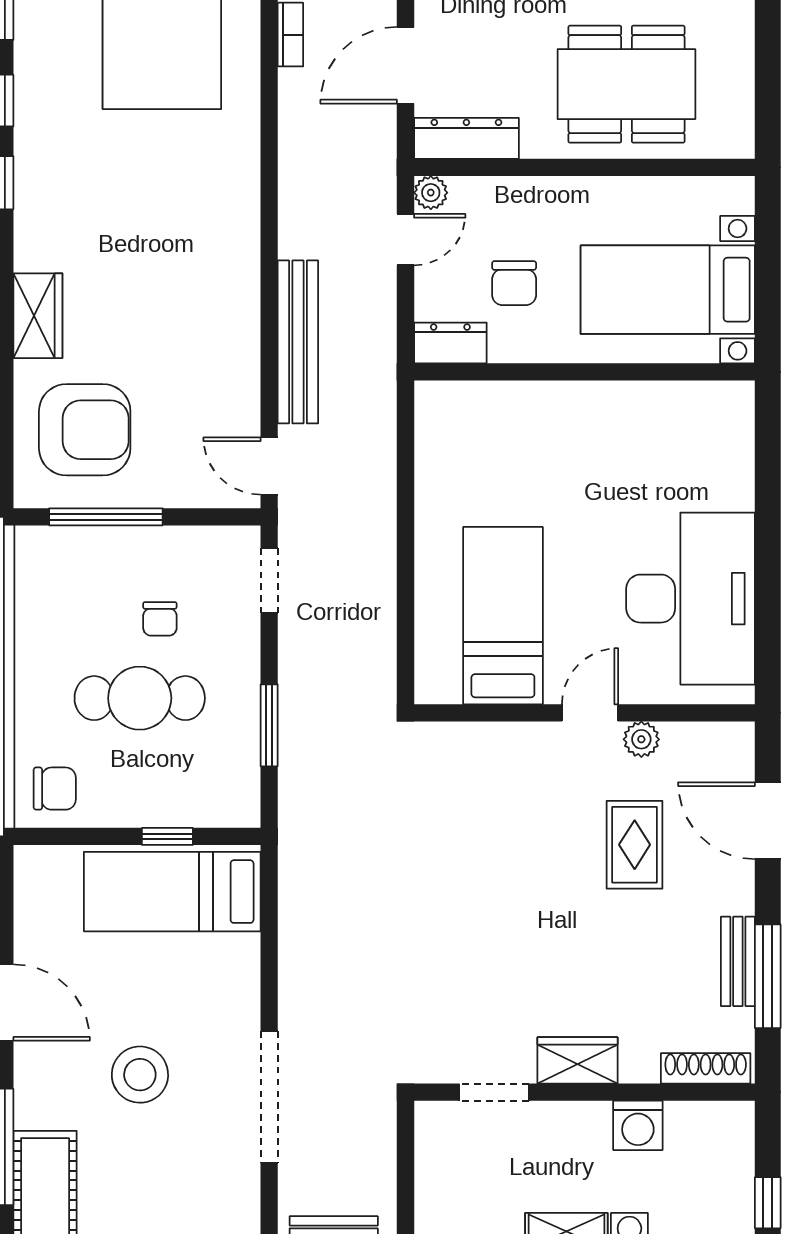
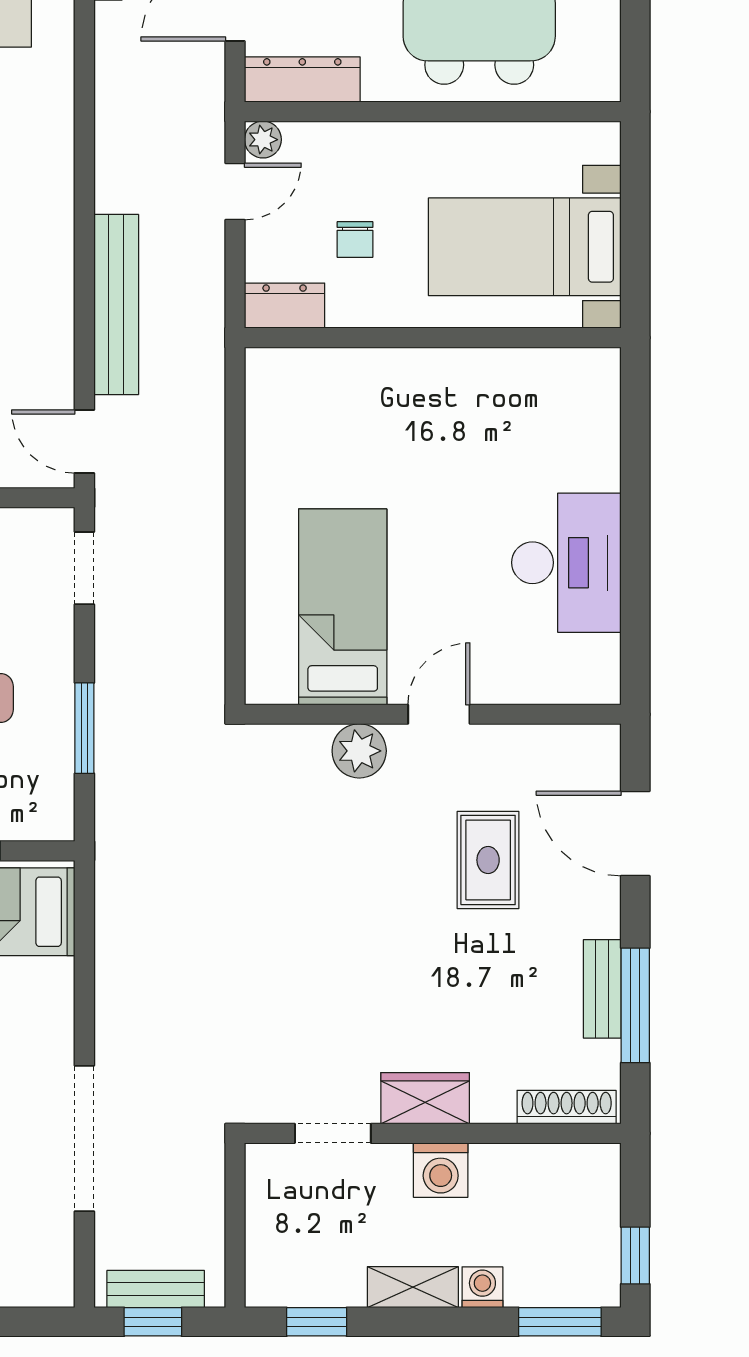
chair: (514, 283) -> (355, 240), width x0.73, depth x0.73
desk: (691, 599) -> (566, 563), width x0.73, depth x0.77
plant: (641, 739) -> (359, 751), moved, width x1.38, depth x1.38
washing machine: (638, 1125) -> (441, 1170), moved

